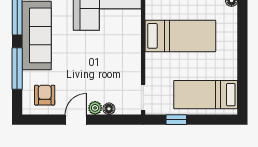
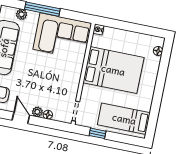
bed: (180, 36) -> (113, 70), width x1.50
door: (76, 120) -> (21, 118), hinge flipped

